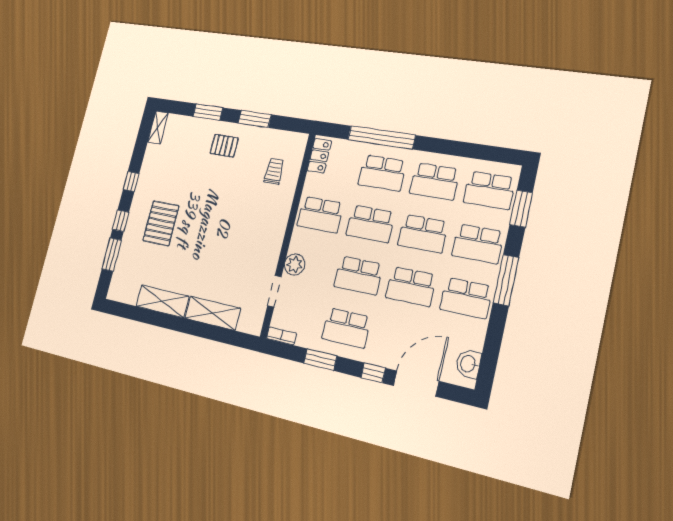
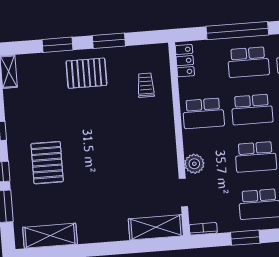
pallet: (224, 146) -> (86, 73), width x1.50, depth x1.42
shelving: (162, 301) -> (50, 236), moved
shelving: (212, 313) -> (156, 227), moved

